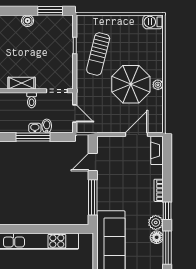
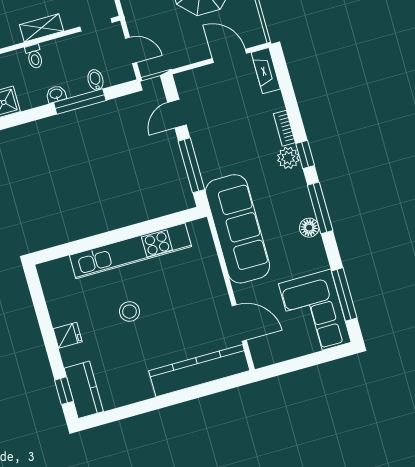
toilet: (32, 100) -> (34, 57), moved
washbasin: (35, 128) -> (56, 94), moved
door: (136, 134) -> (229, 56), hinge flipped
plant: (156, 222) -> (288, 158), moved
floor lamp: (157, 237) -> (309, 228), moved

